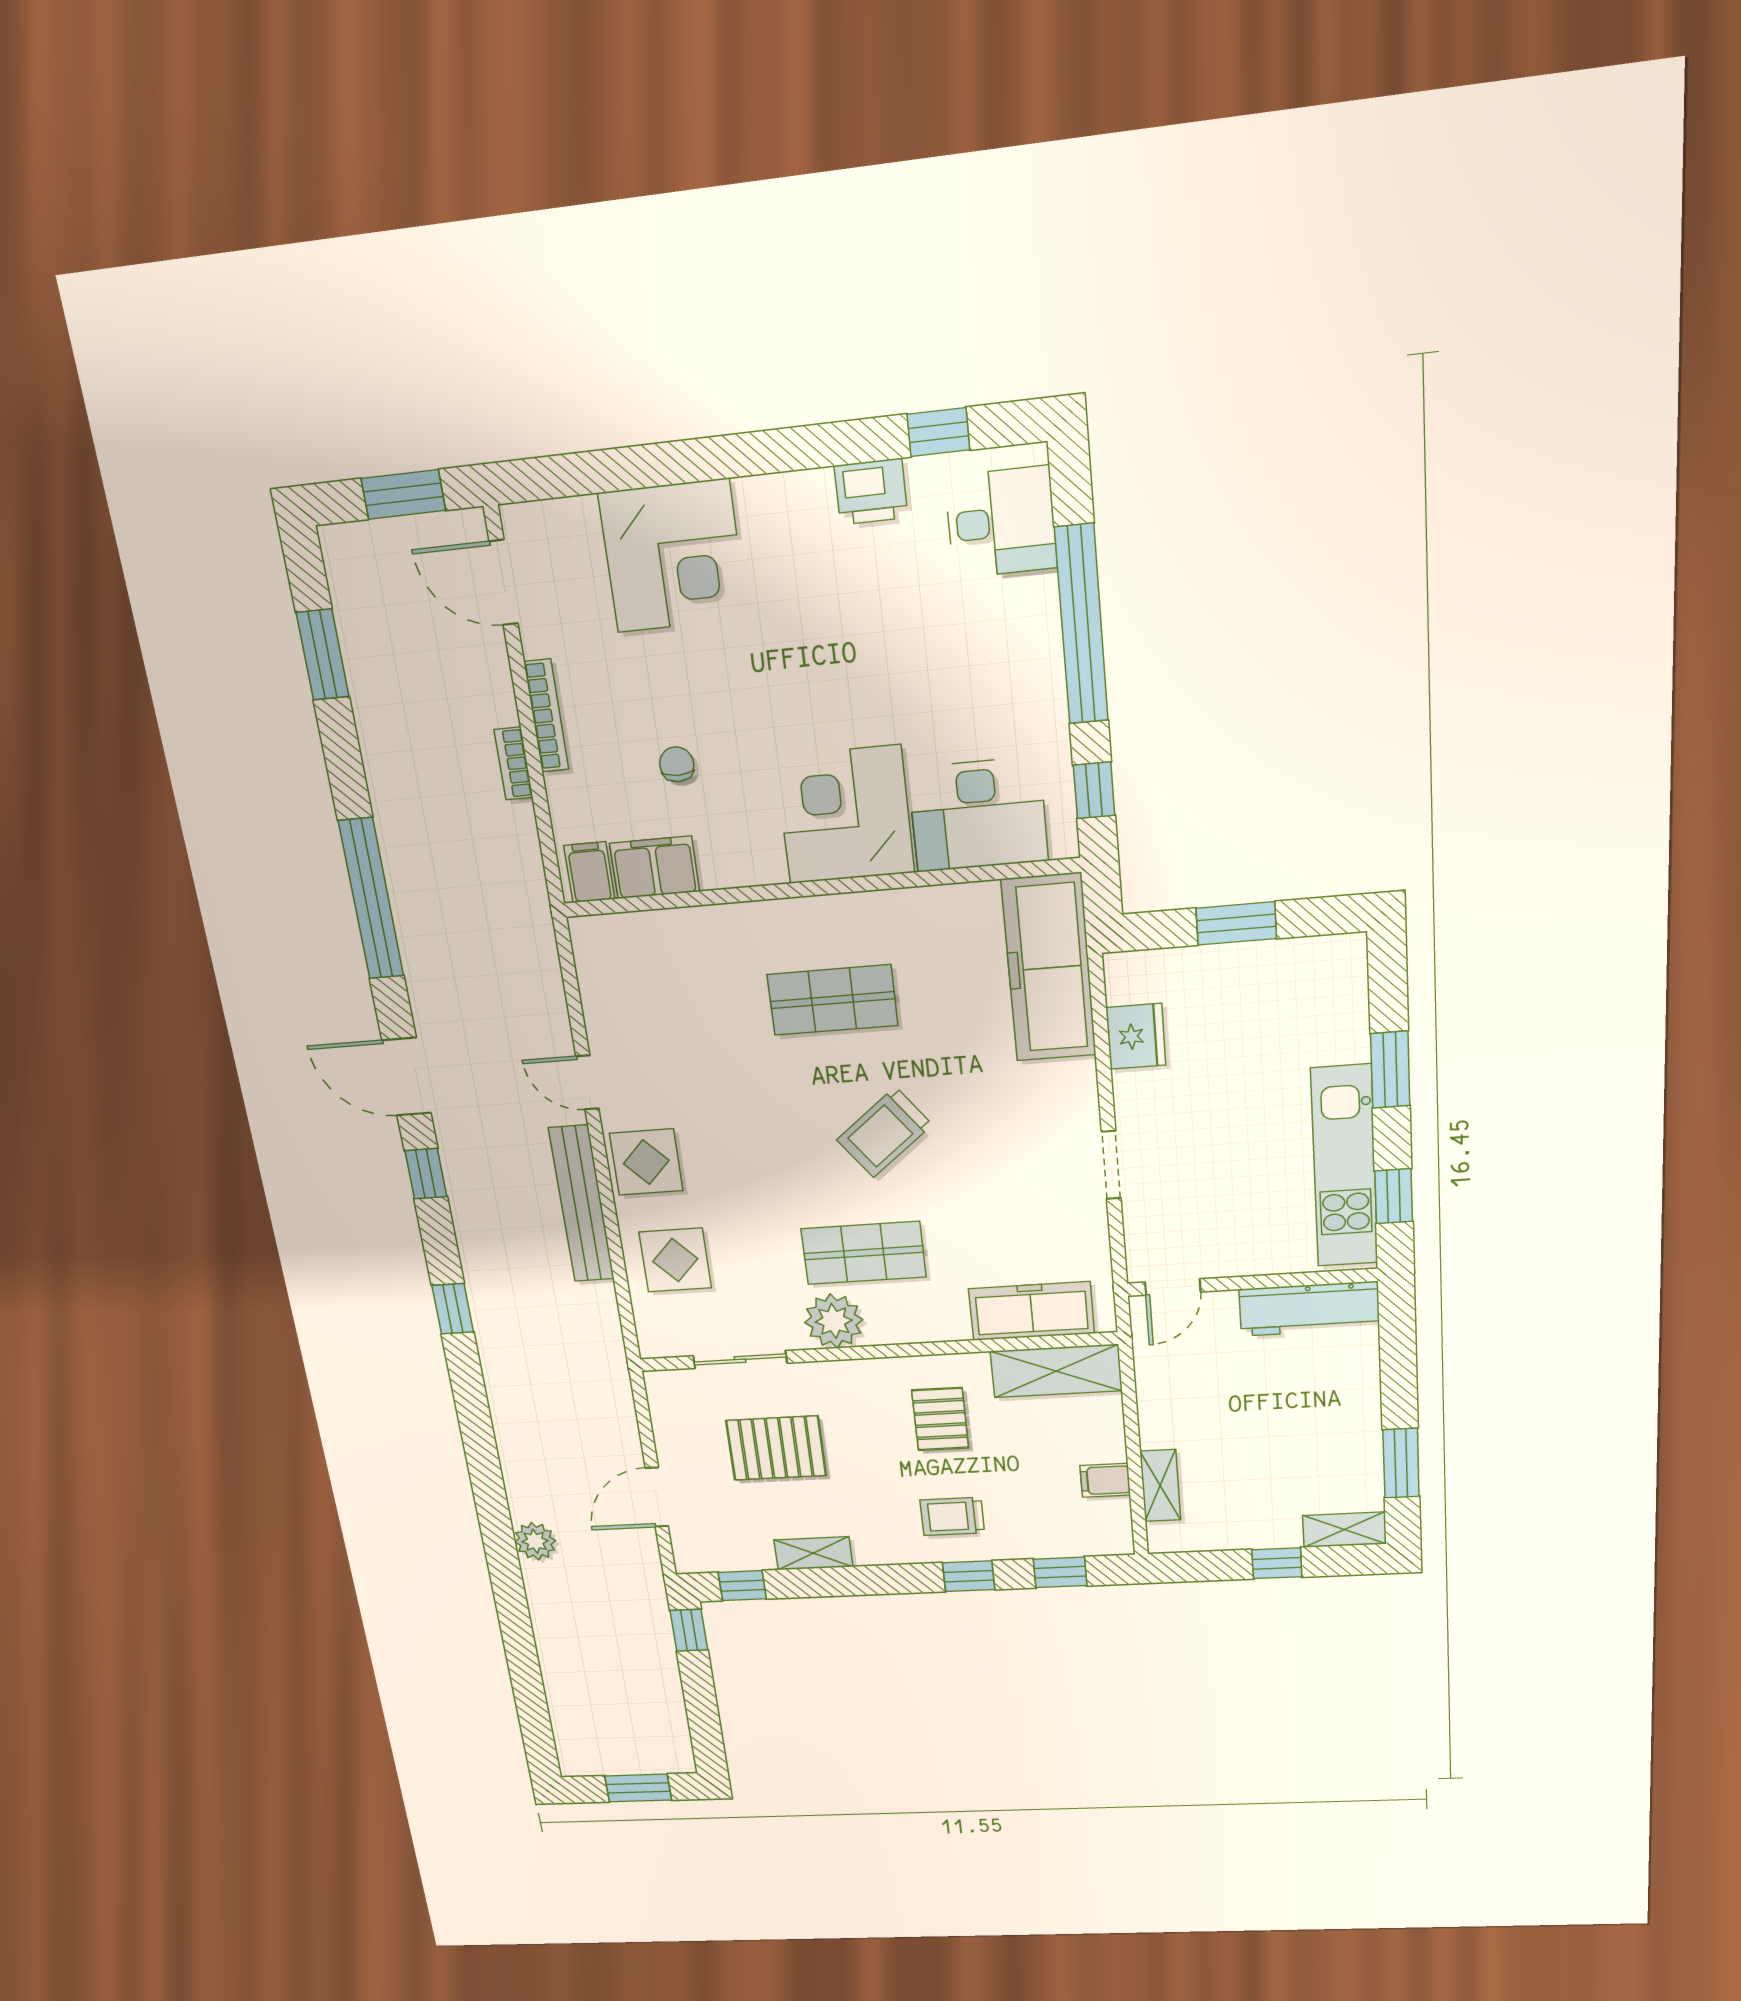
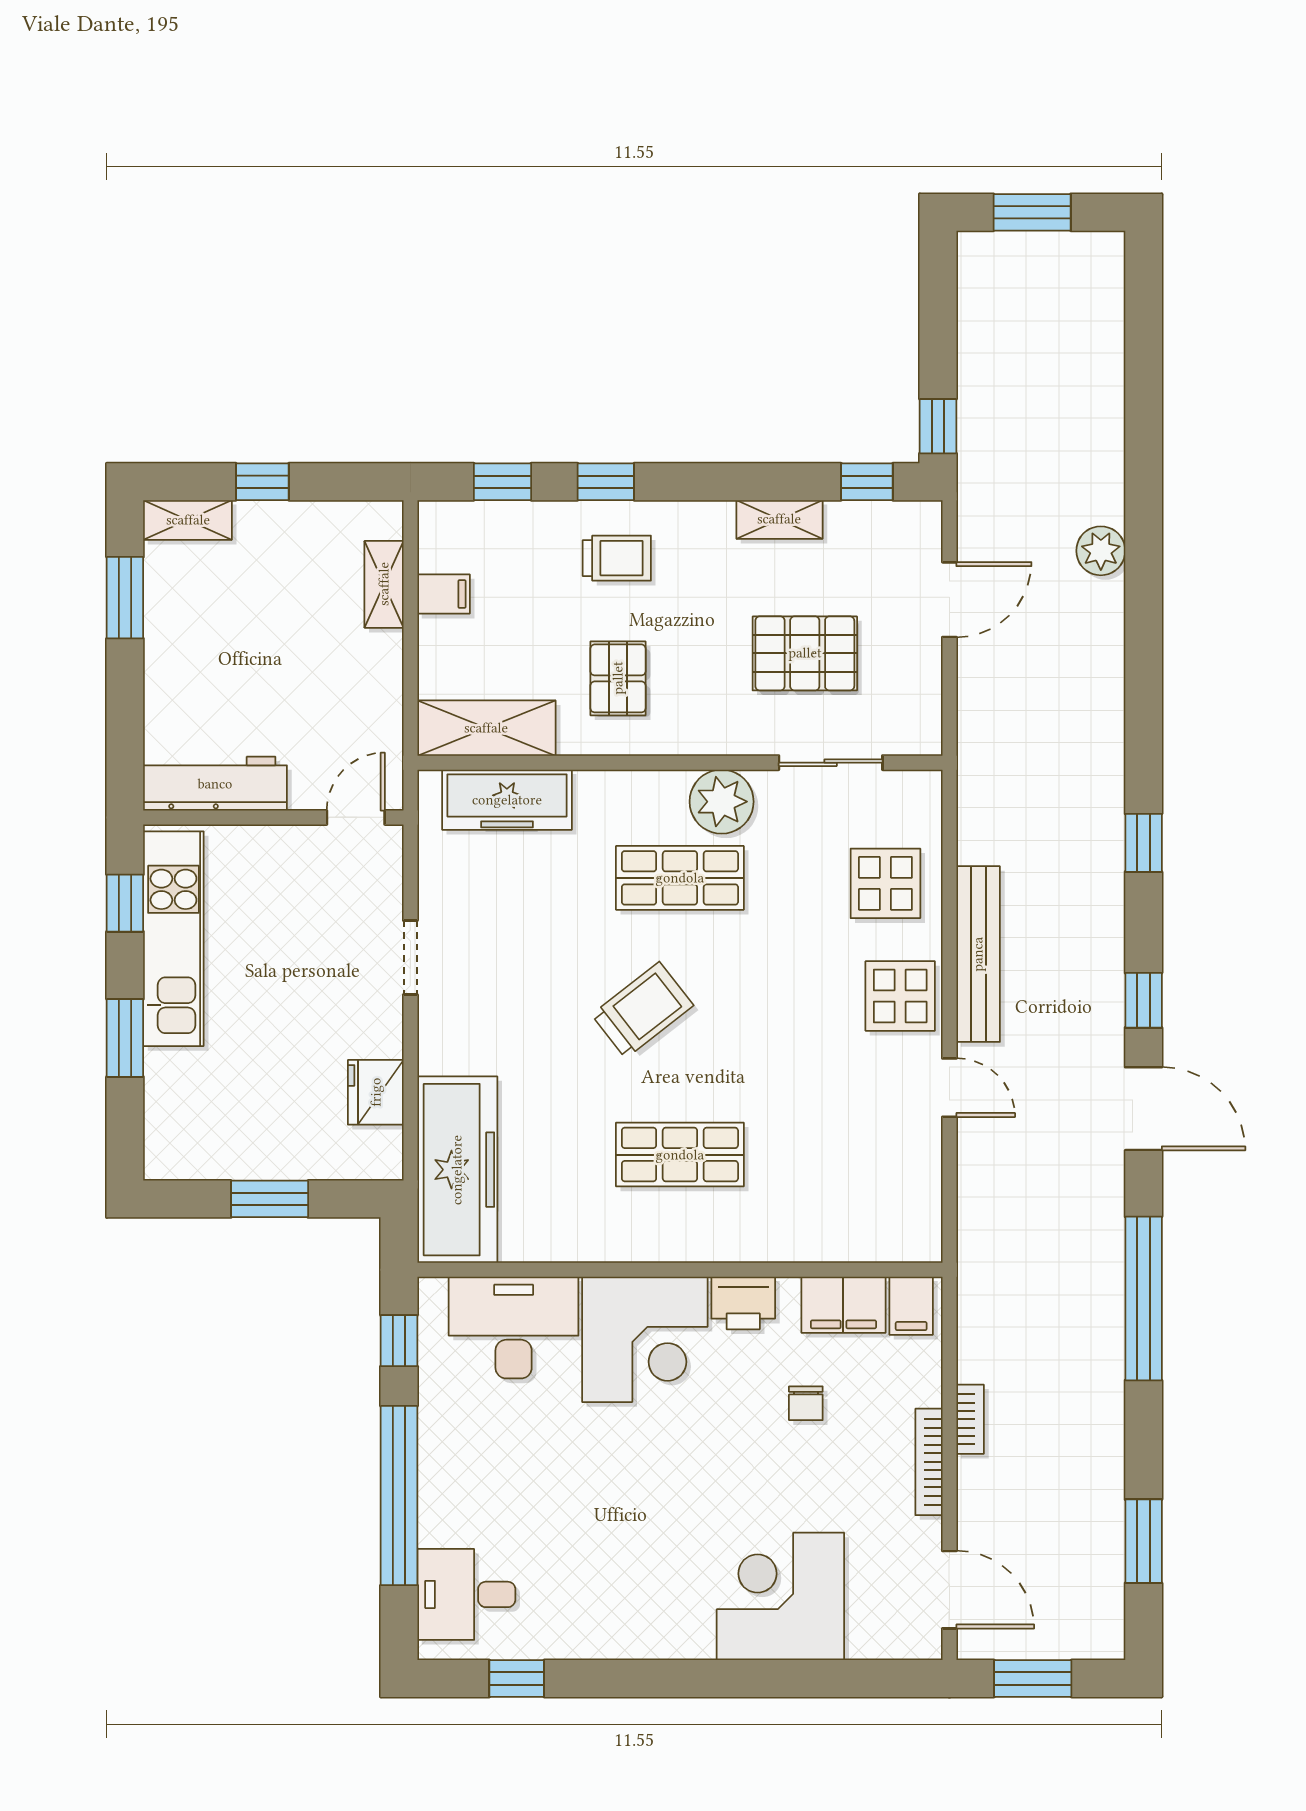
printer: (871, 492) -> (743, 1303), moved, turned 180

